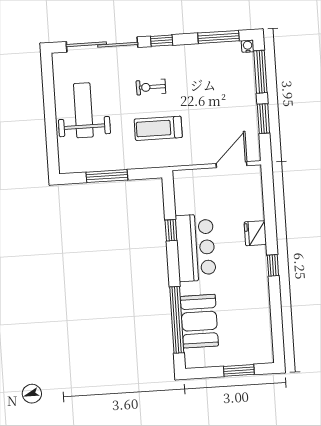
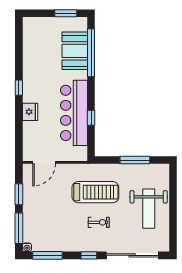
treadmill: (158, 128) -> (95, 192), width x1.37, depth x1.38
bar counter: (196, 248) -> (74, 113), width x1.36
window: (239, 370) -> (66, 13), moved

